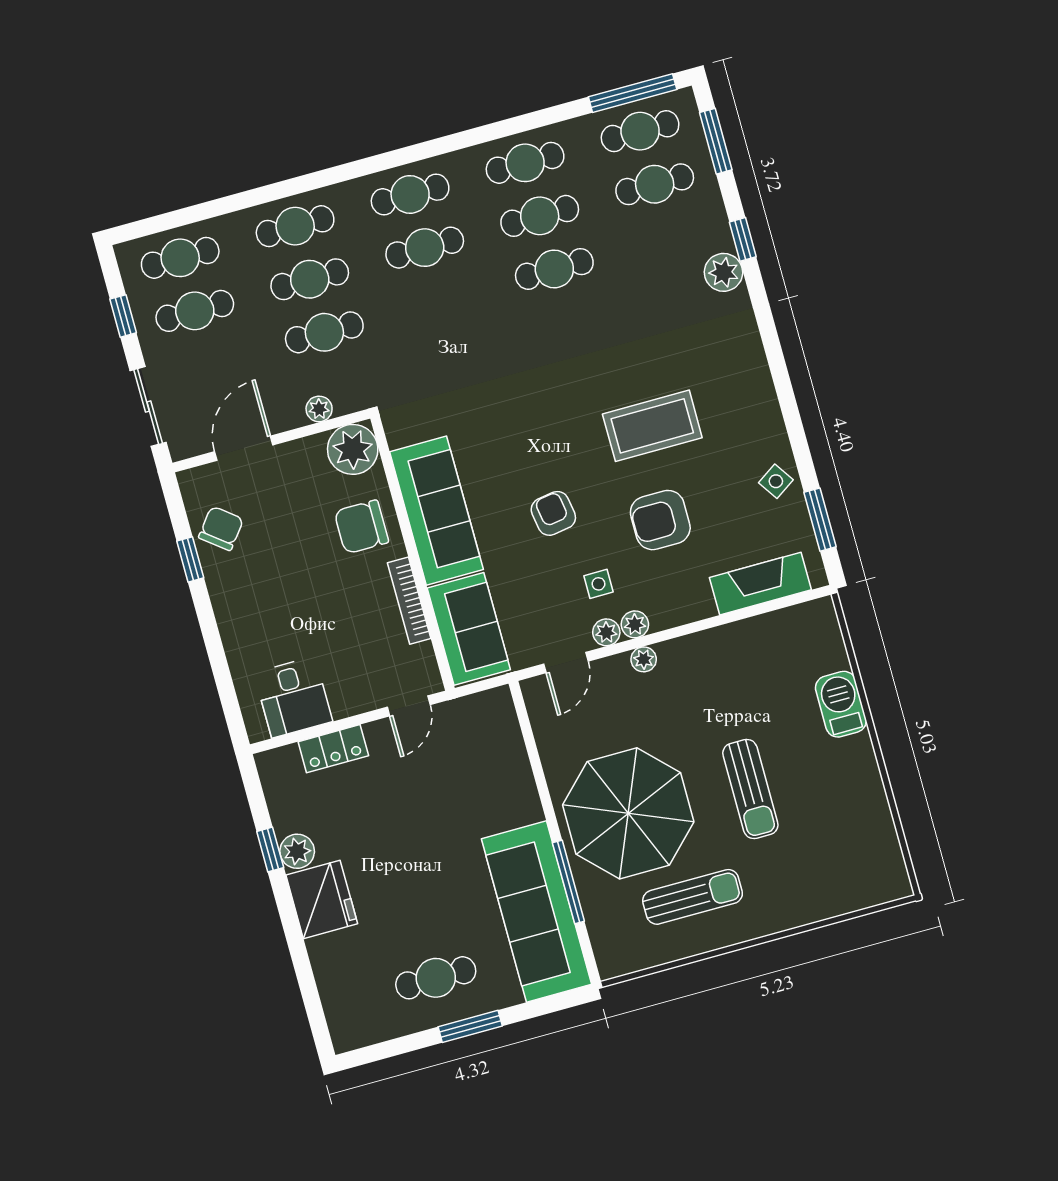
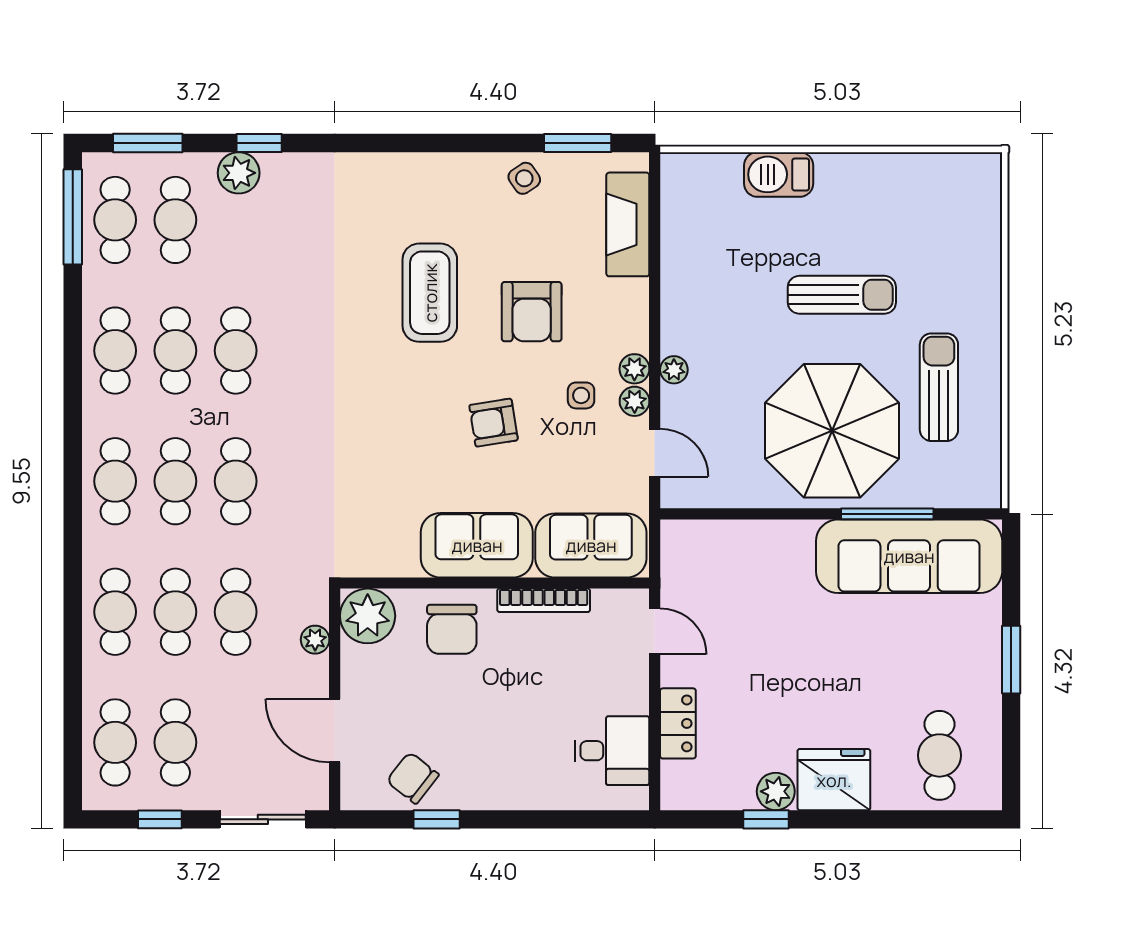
plant: (723, 272) -> (239, 173), moved
cafe table: (439, 301) -> (236, 481), added
sofa: (436, 511) -> (477, 545), width x0.73
cafe table: (436, 978) -> (939, 755), moved

